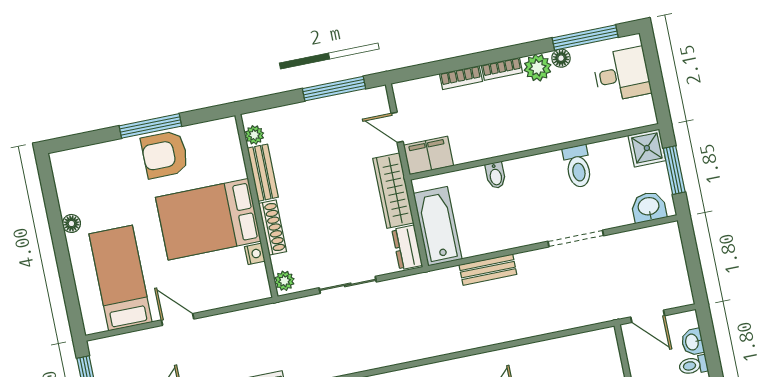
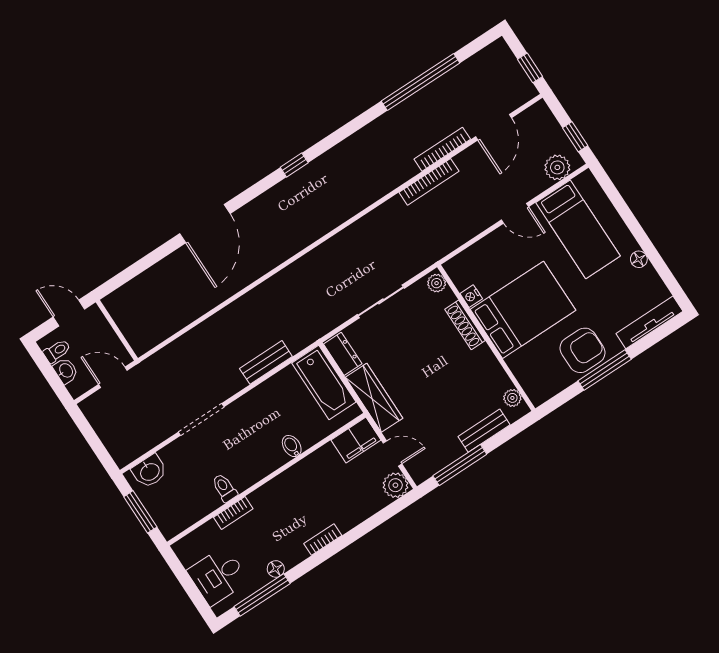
plant: (538, 68) -> (395, 485), moved
bookcase: (461, 78) -> (233, 513), moved, turned 180
shower: (647, 148) -> (171, 521), removed
tv unit: (86, 156) -> (649, 322), added
toilet: (578, 166) -> (224, 488), width x0.73, depth x0.72
bench: (263, 173) -> (484, 431), moved, turned 90
plant: (116, 349) -> (557, 167), added

